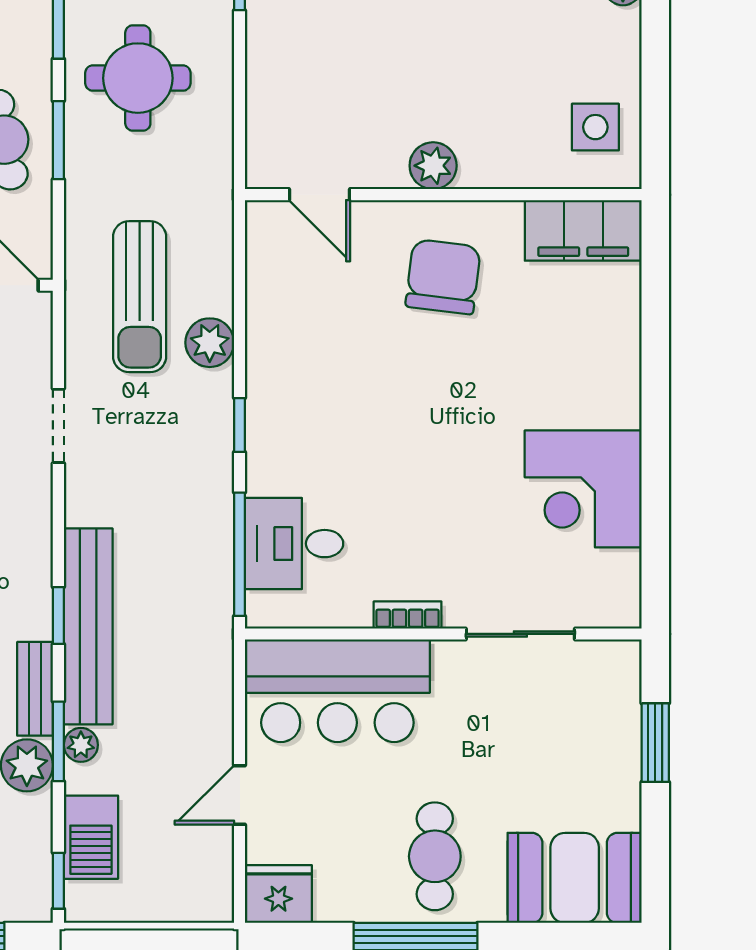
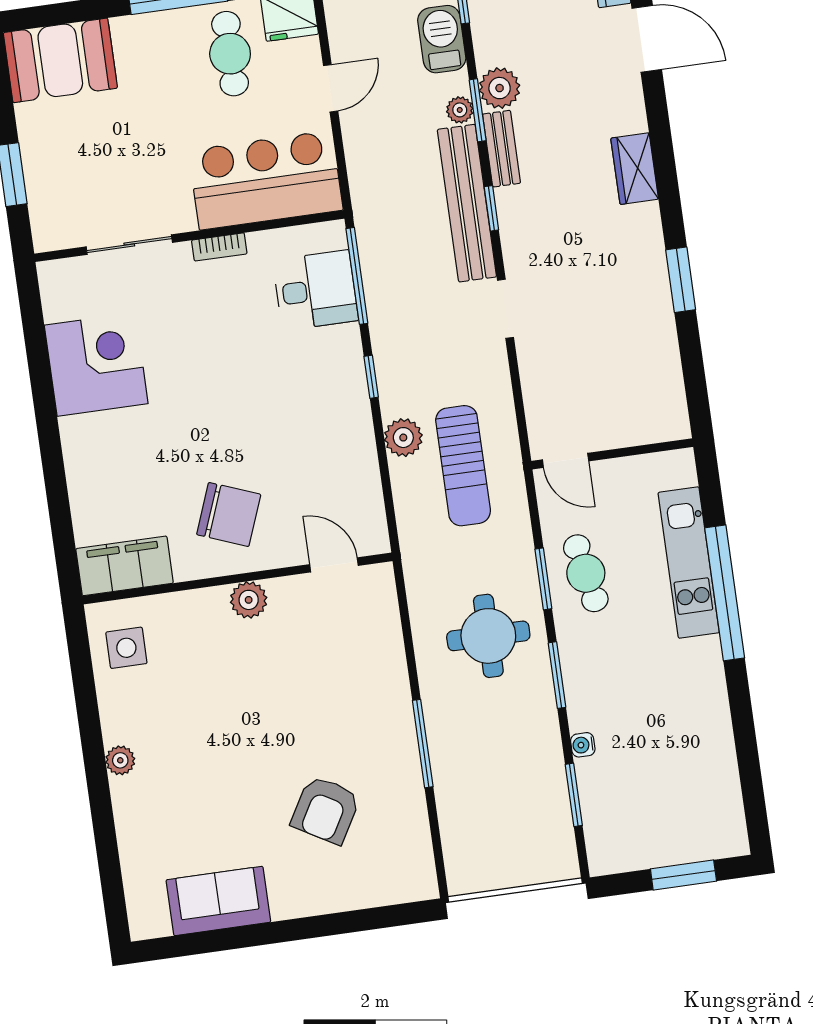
chair: (443, 277) -> (229, 514), turned -76
sun lounger: (140, 297) -> (463, 466), turned 180
doorway: (58, 426) -> (506, 309), moved
cafe table: (435, 856) -> (230, 54), moved

